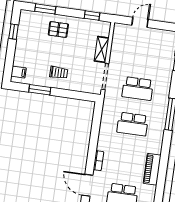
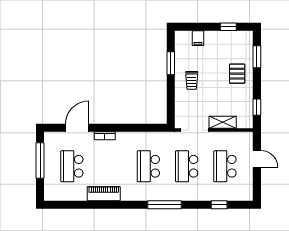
school desk: (143, 53) -> (225, 166), added
filing cabinet: (19, 72) -> (198, 38), moved

